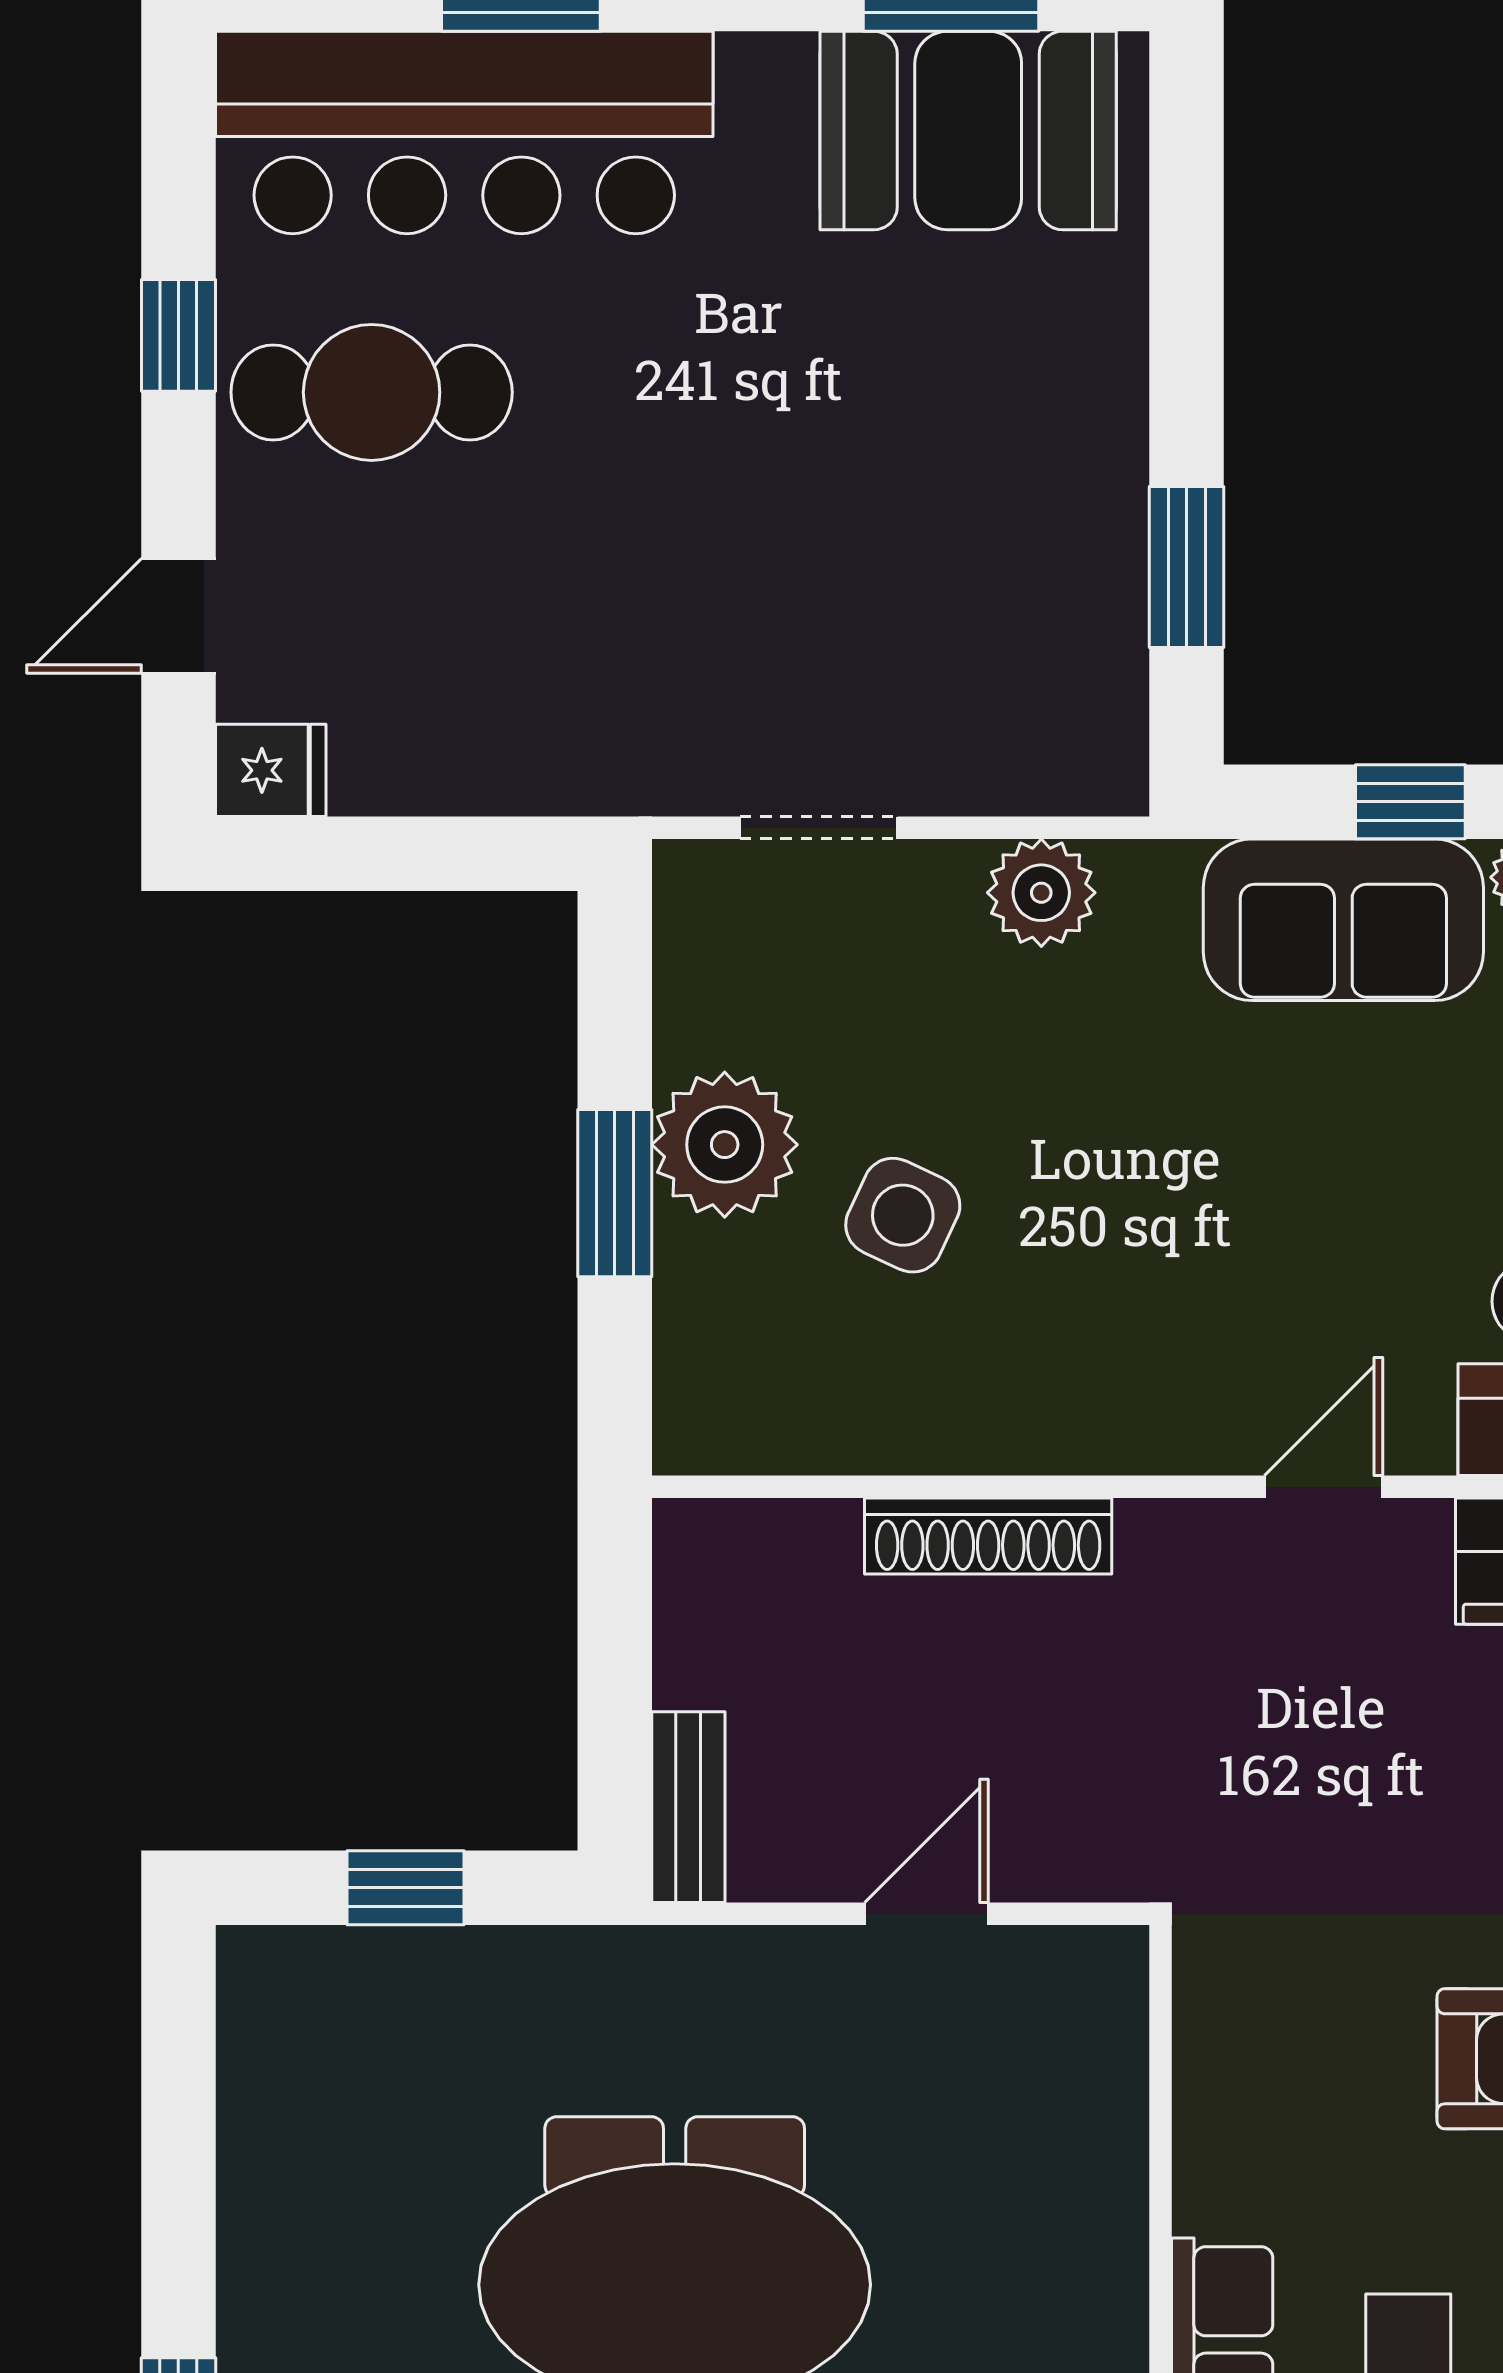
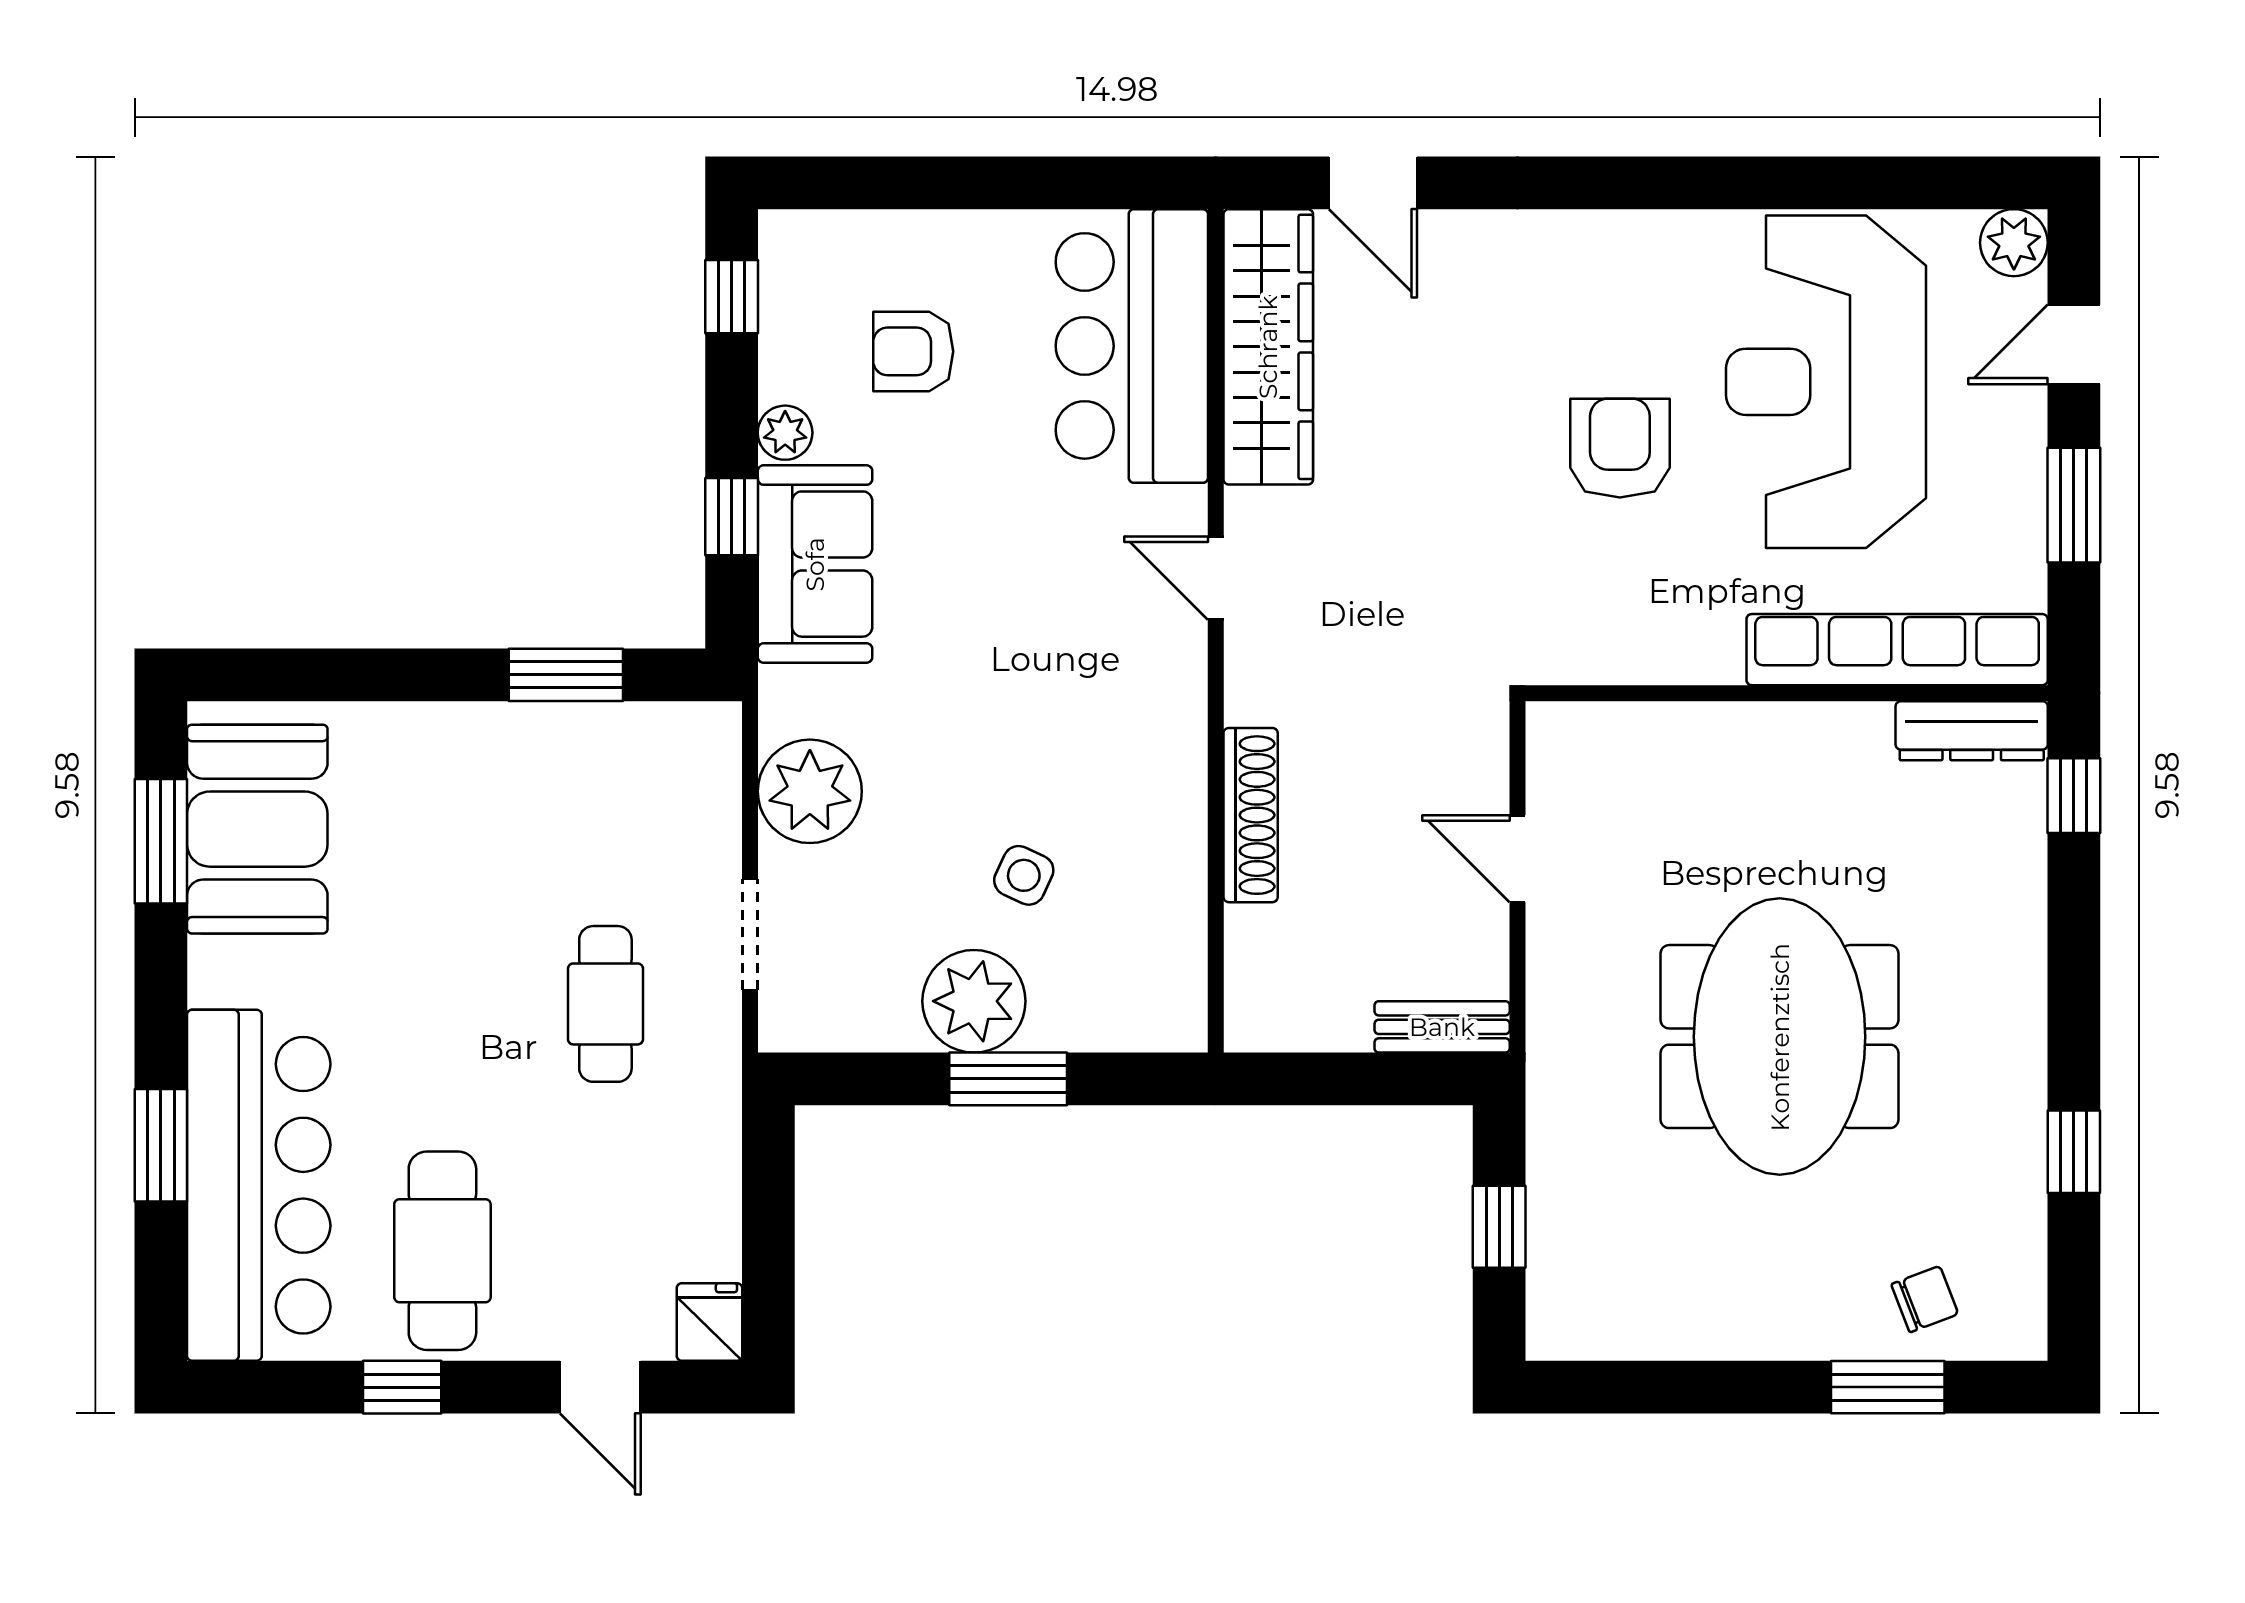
cafe table: (721, 623) -> (605, 1004), added
plant: (1041, 893) -> (810, 791), width x1.36, depth x1.36
side table: (903, 1215) -> (1024, 875), width x0.73, depth x0.73

